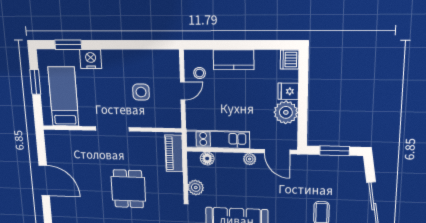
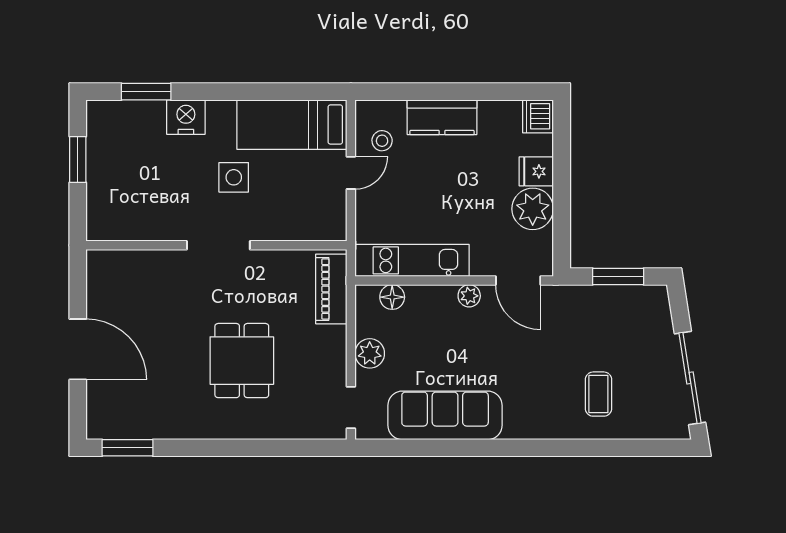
side table: (141, 92) -> (234, 177), moved
bed: (63, 97) -> (292, 125), moved, turned -90

